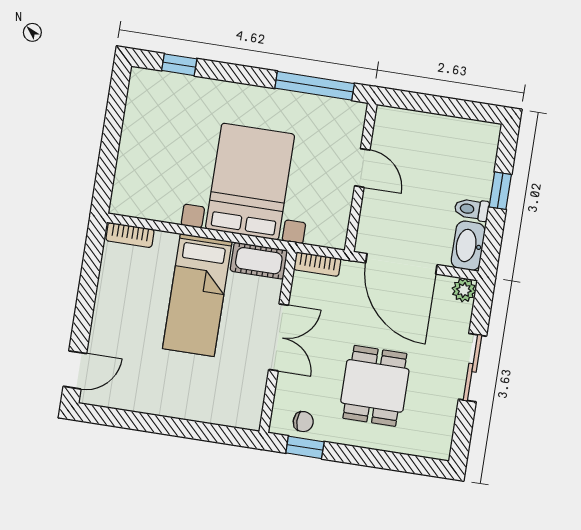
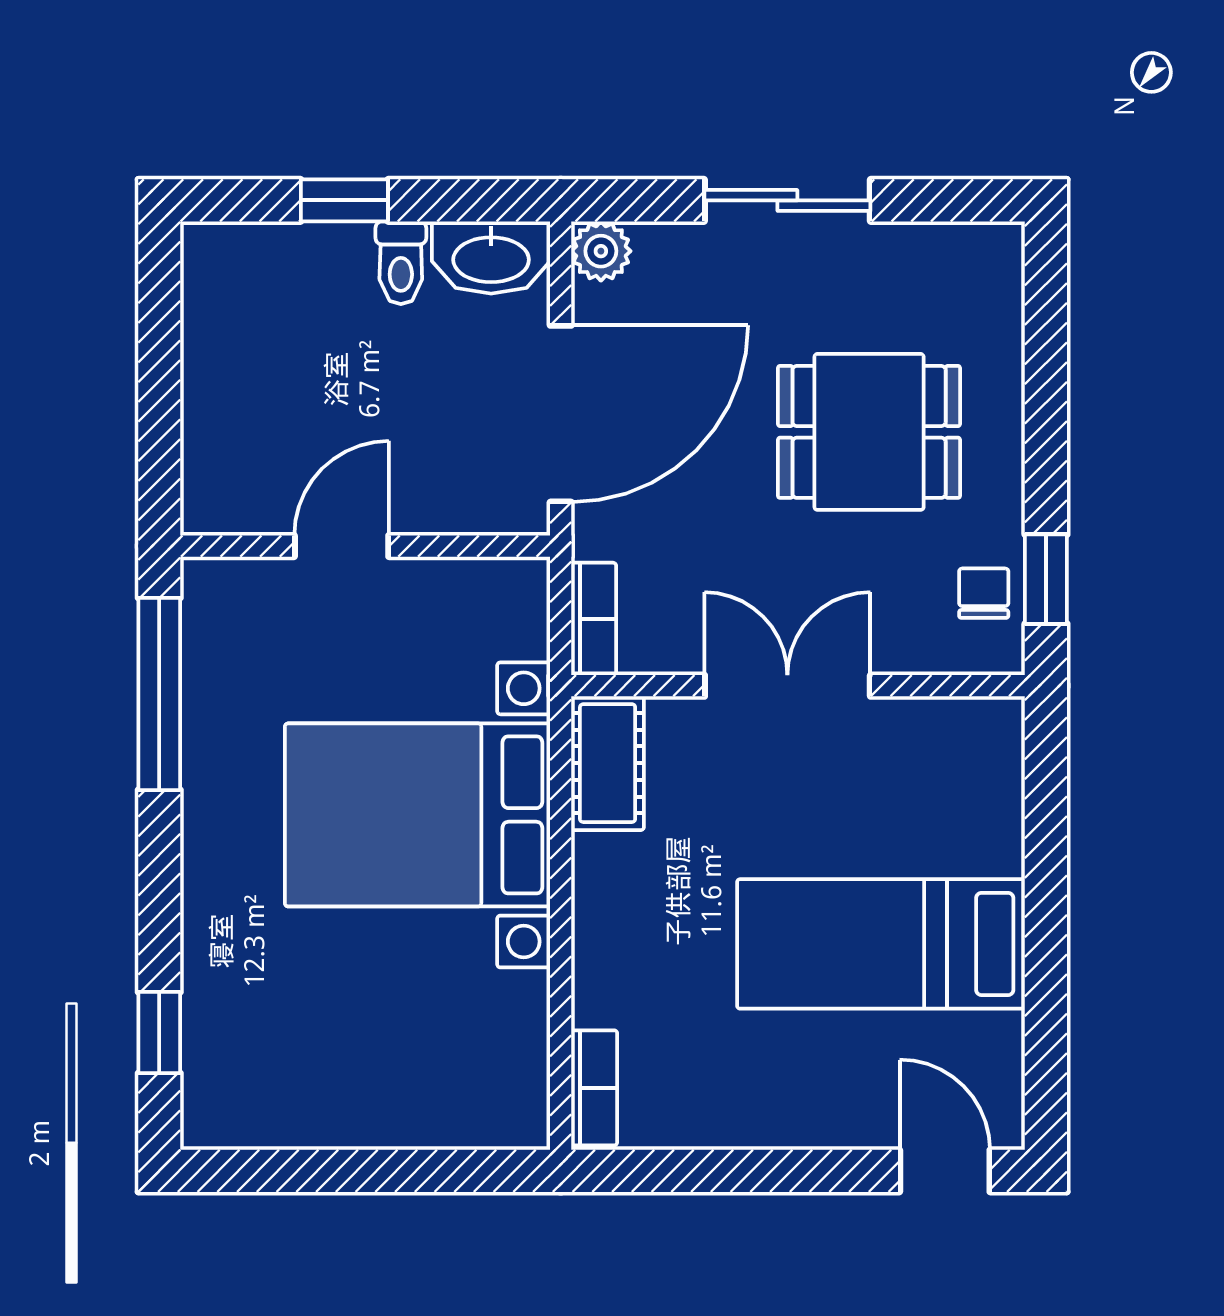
bed: (197, 295) -> (881, 944), moved, turned 180

